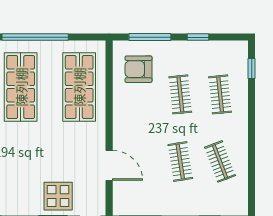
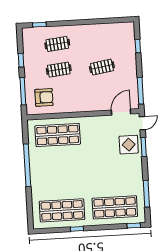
armchair: (139, 69) -> (44, 97), turned -90
shop shelf: (21, 87) -> (60, 173), removed
clothes rail: (220, 161) -> (100, 41), removed
door: (109, 165) -> (121, 112), moved

